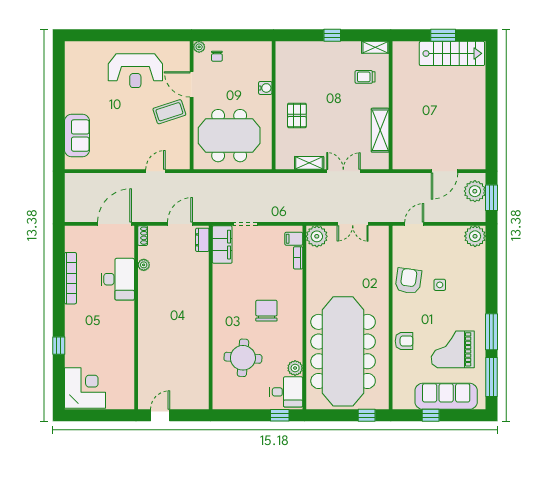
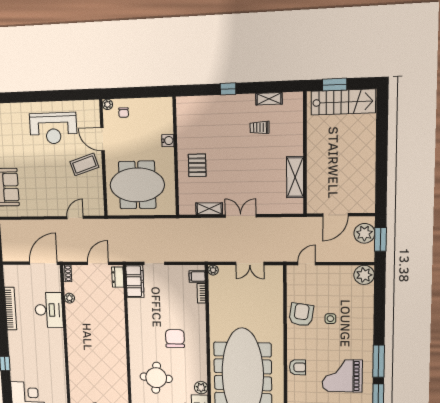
wall: (391, 105) -> (305, 153), moved
shelving: (380, 130) -> (295, 177), moved
plant: (317, 236) -> (213, 270), width x0.53, depth x0.53

